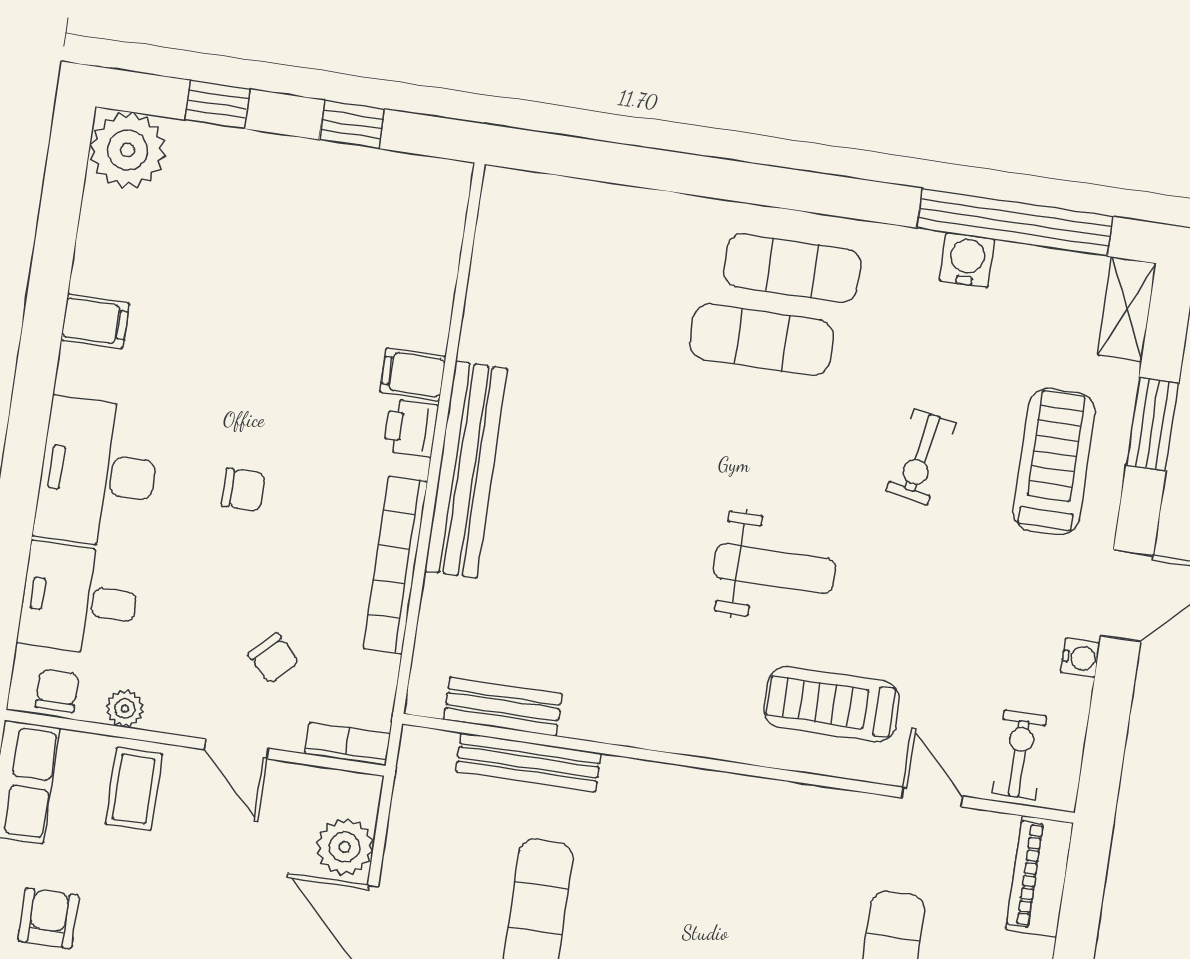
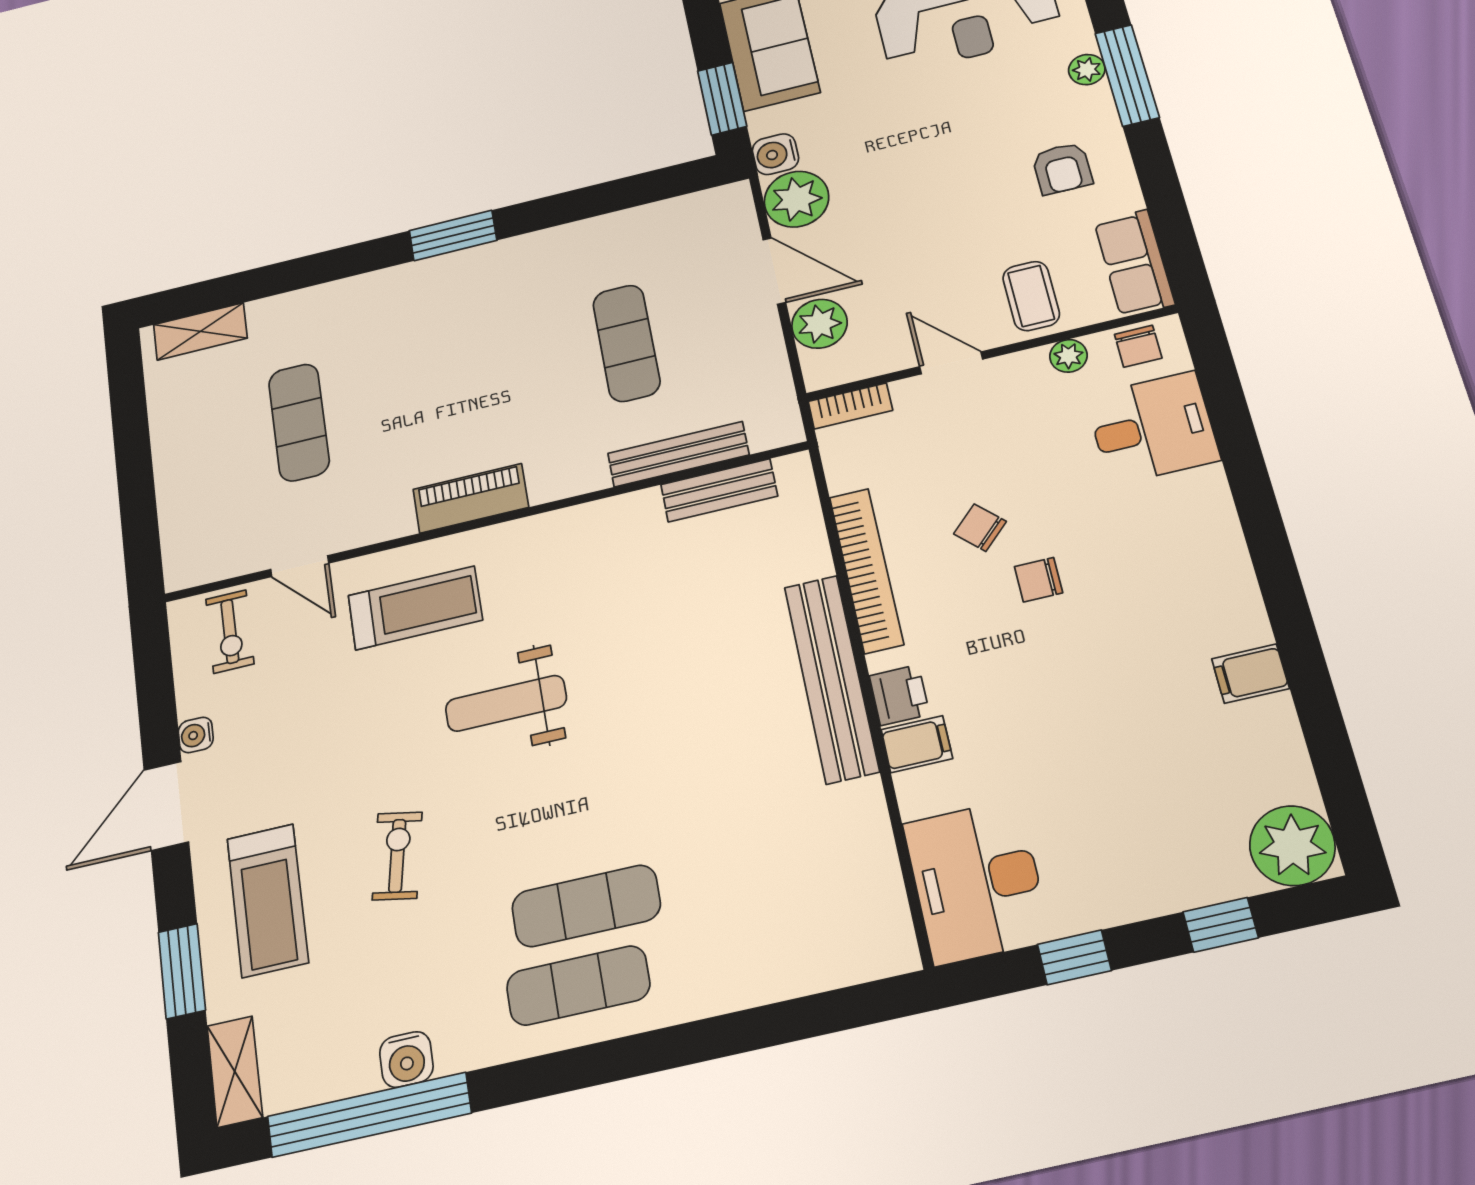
desk: (98, 473) -> (977, 882), moved, turned 180
chair: (274, 658) -> (980, 528), moved
piano: (1040, 876) -> (471, 498), moved, turned -90

